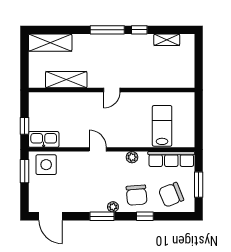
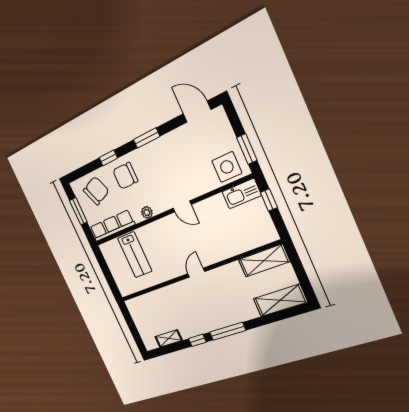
shelving: (66, 80) -> (264, 261), moved
chair: (137, 195) -> (125, 176), turned -85
plant: (113, 207) -> (141, 153), removed

